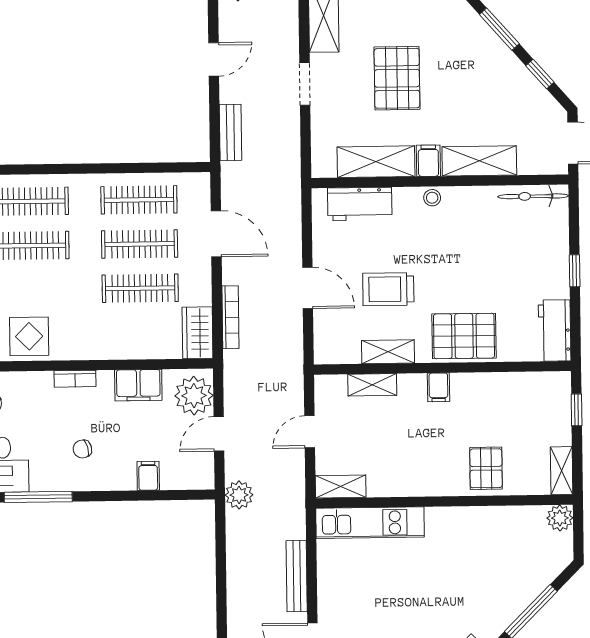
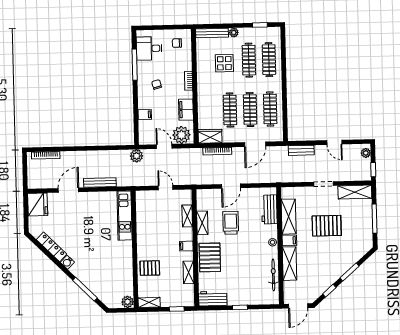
bicycle: (533, 196) -> (273, 275), moved
display table: (29, 336) -> (224, 63), moved
shelving: (341, 486) -> (188, 272), moved

